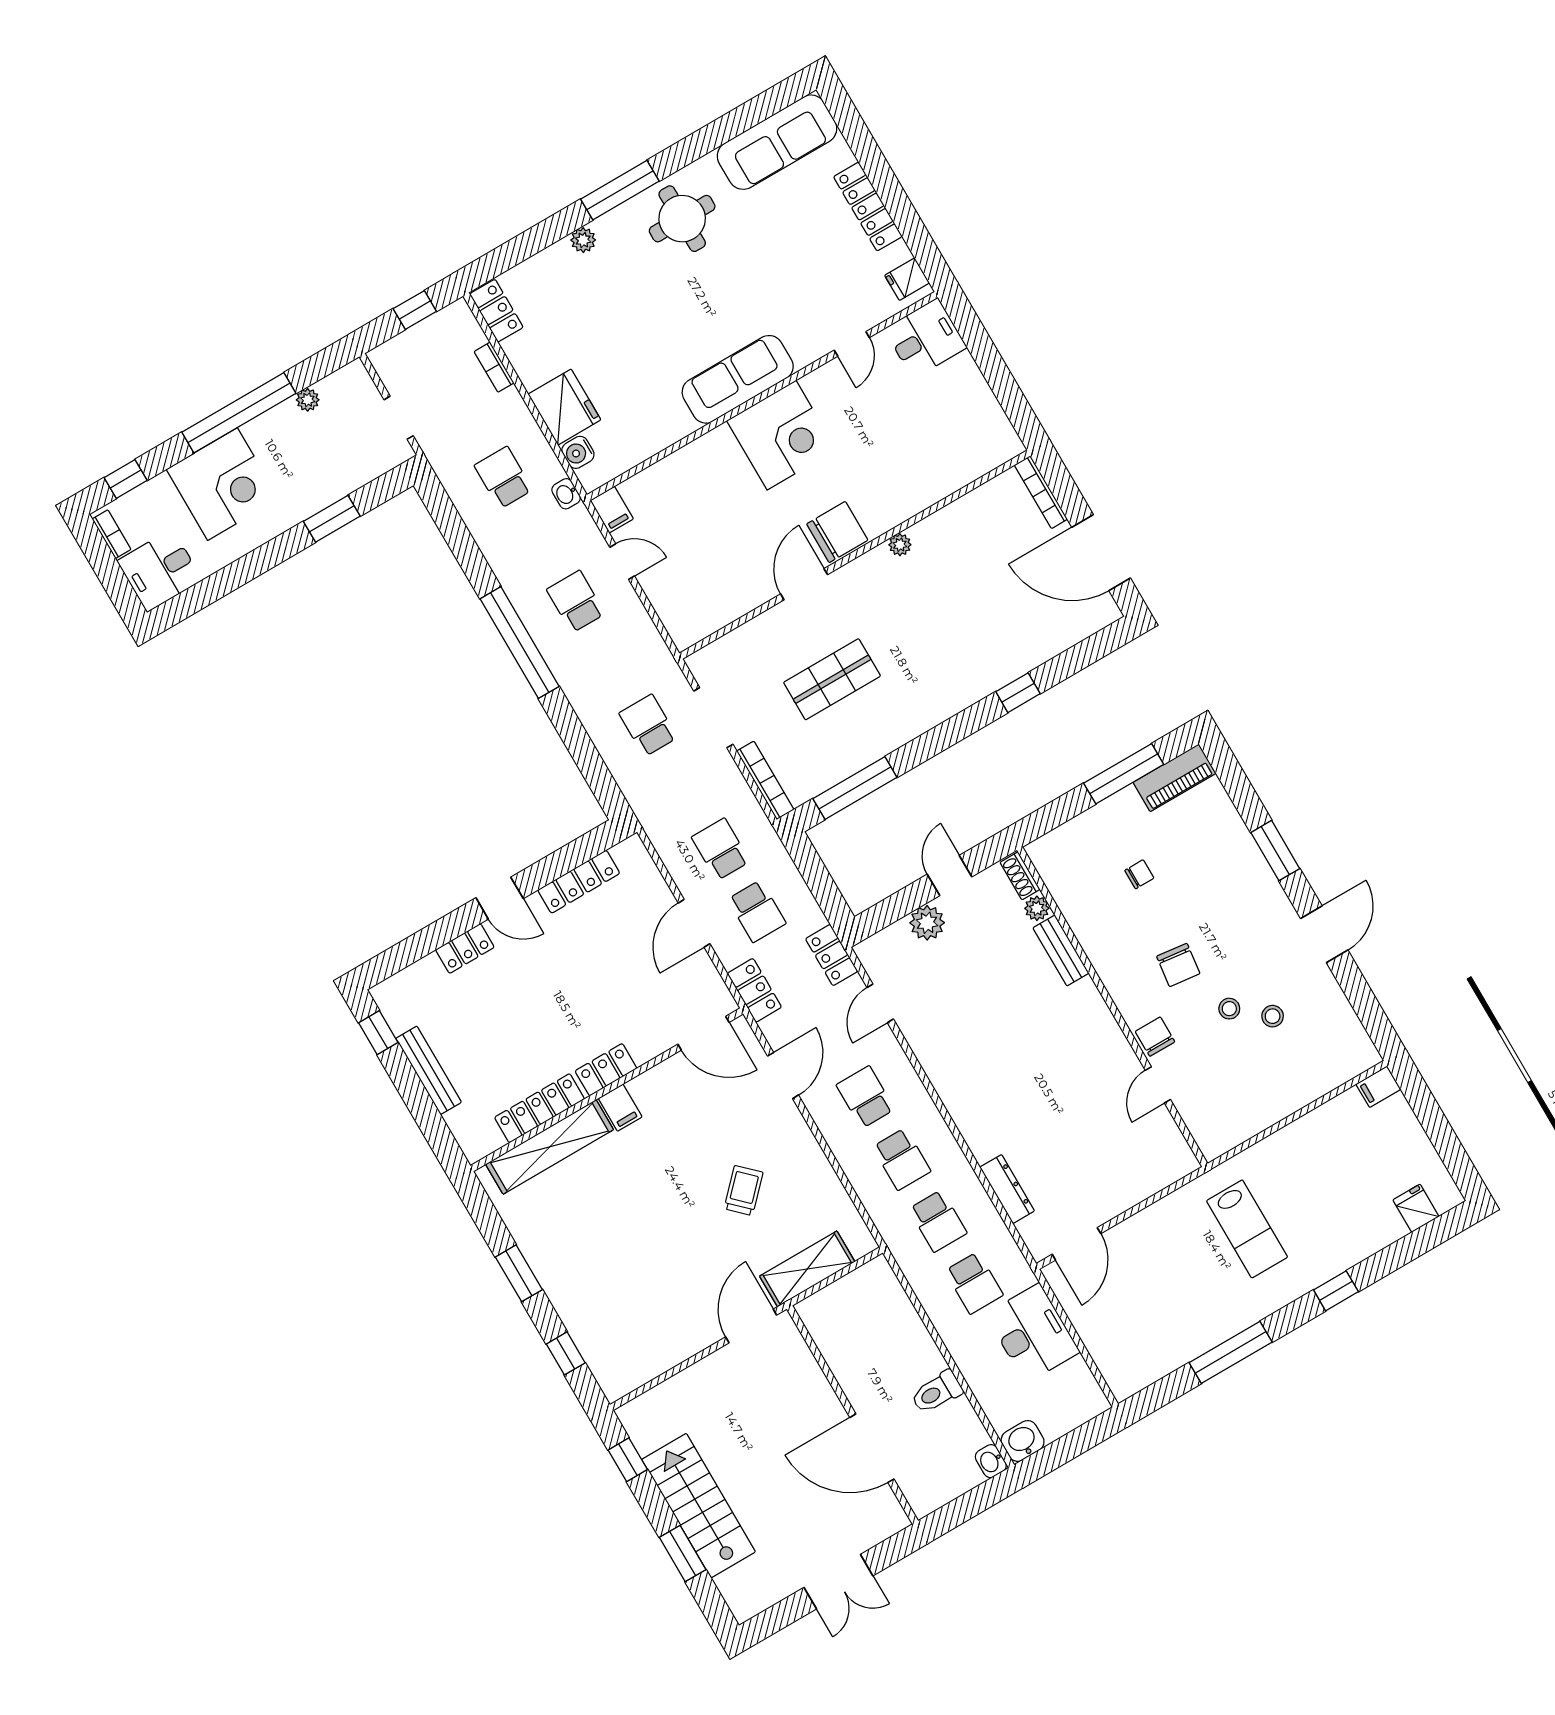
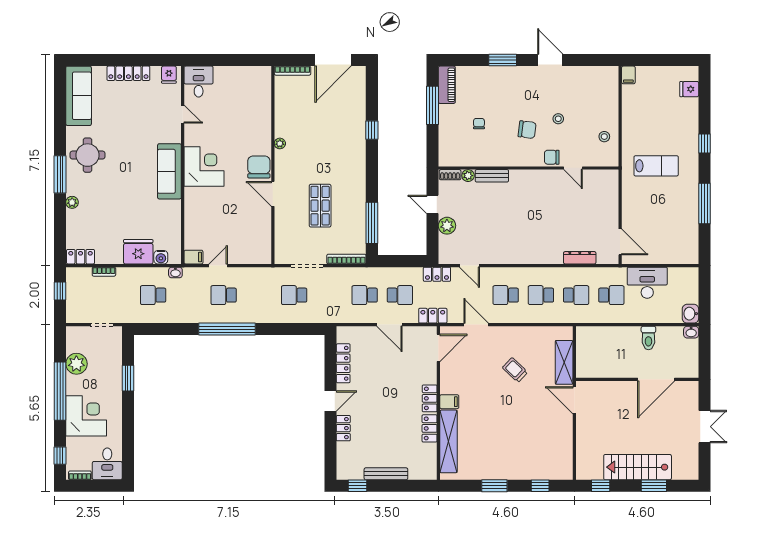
plant: (308, 400) -> (76, 364), width x1.88, depth x1.88
stool: (1273, 1016) -> (604, 137), moved
locker: (540, 1108) -> (430, 428), width x0.66
school desk: (902, 1159) -> (541, 295), turned 180

